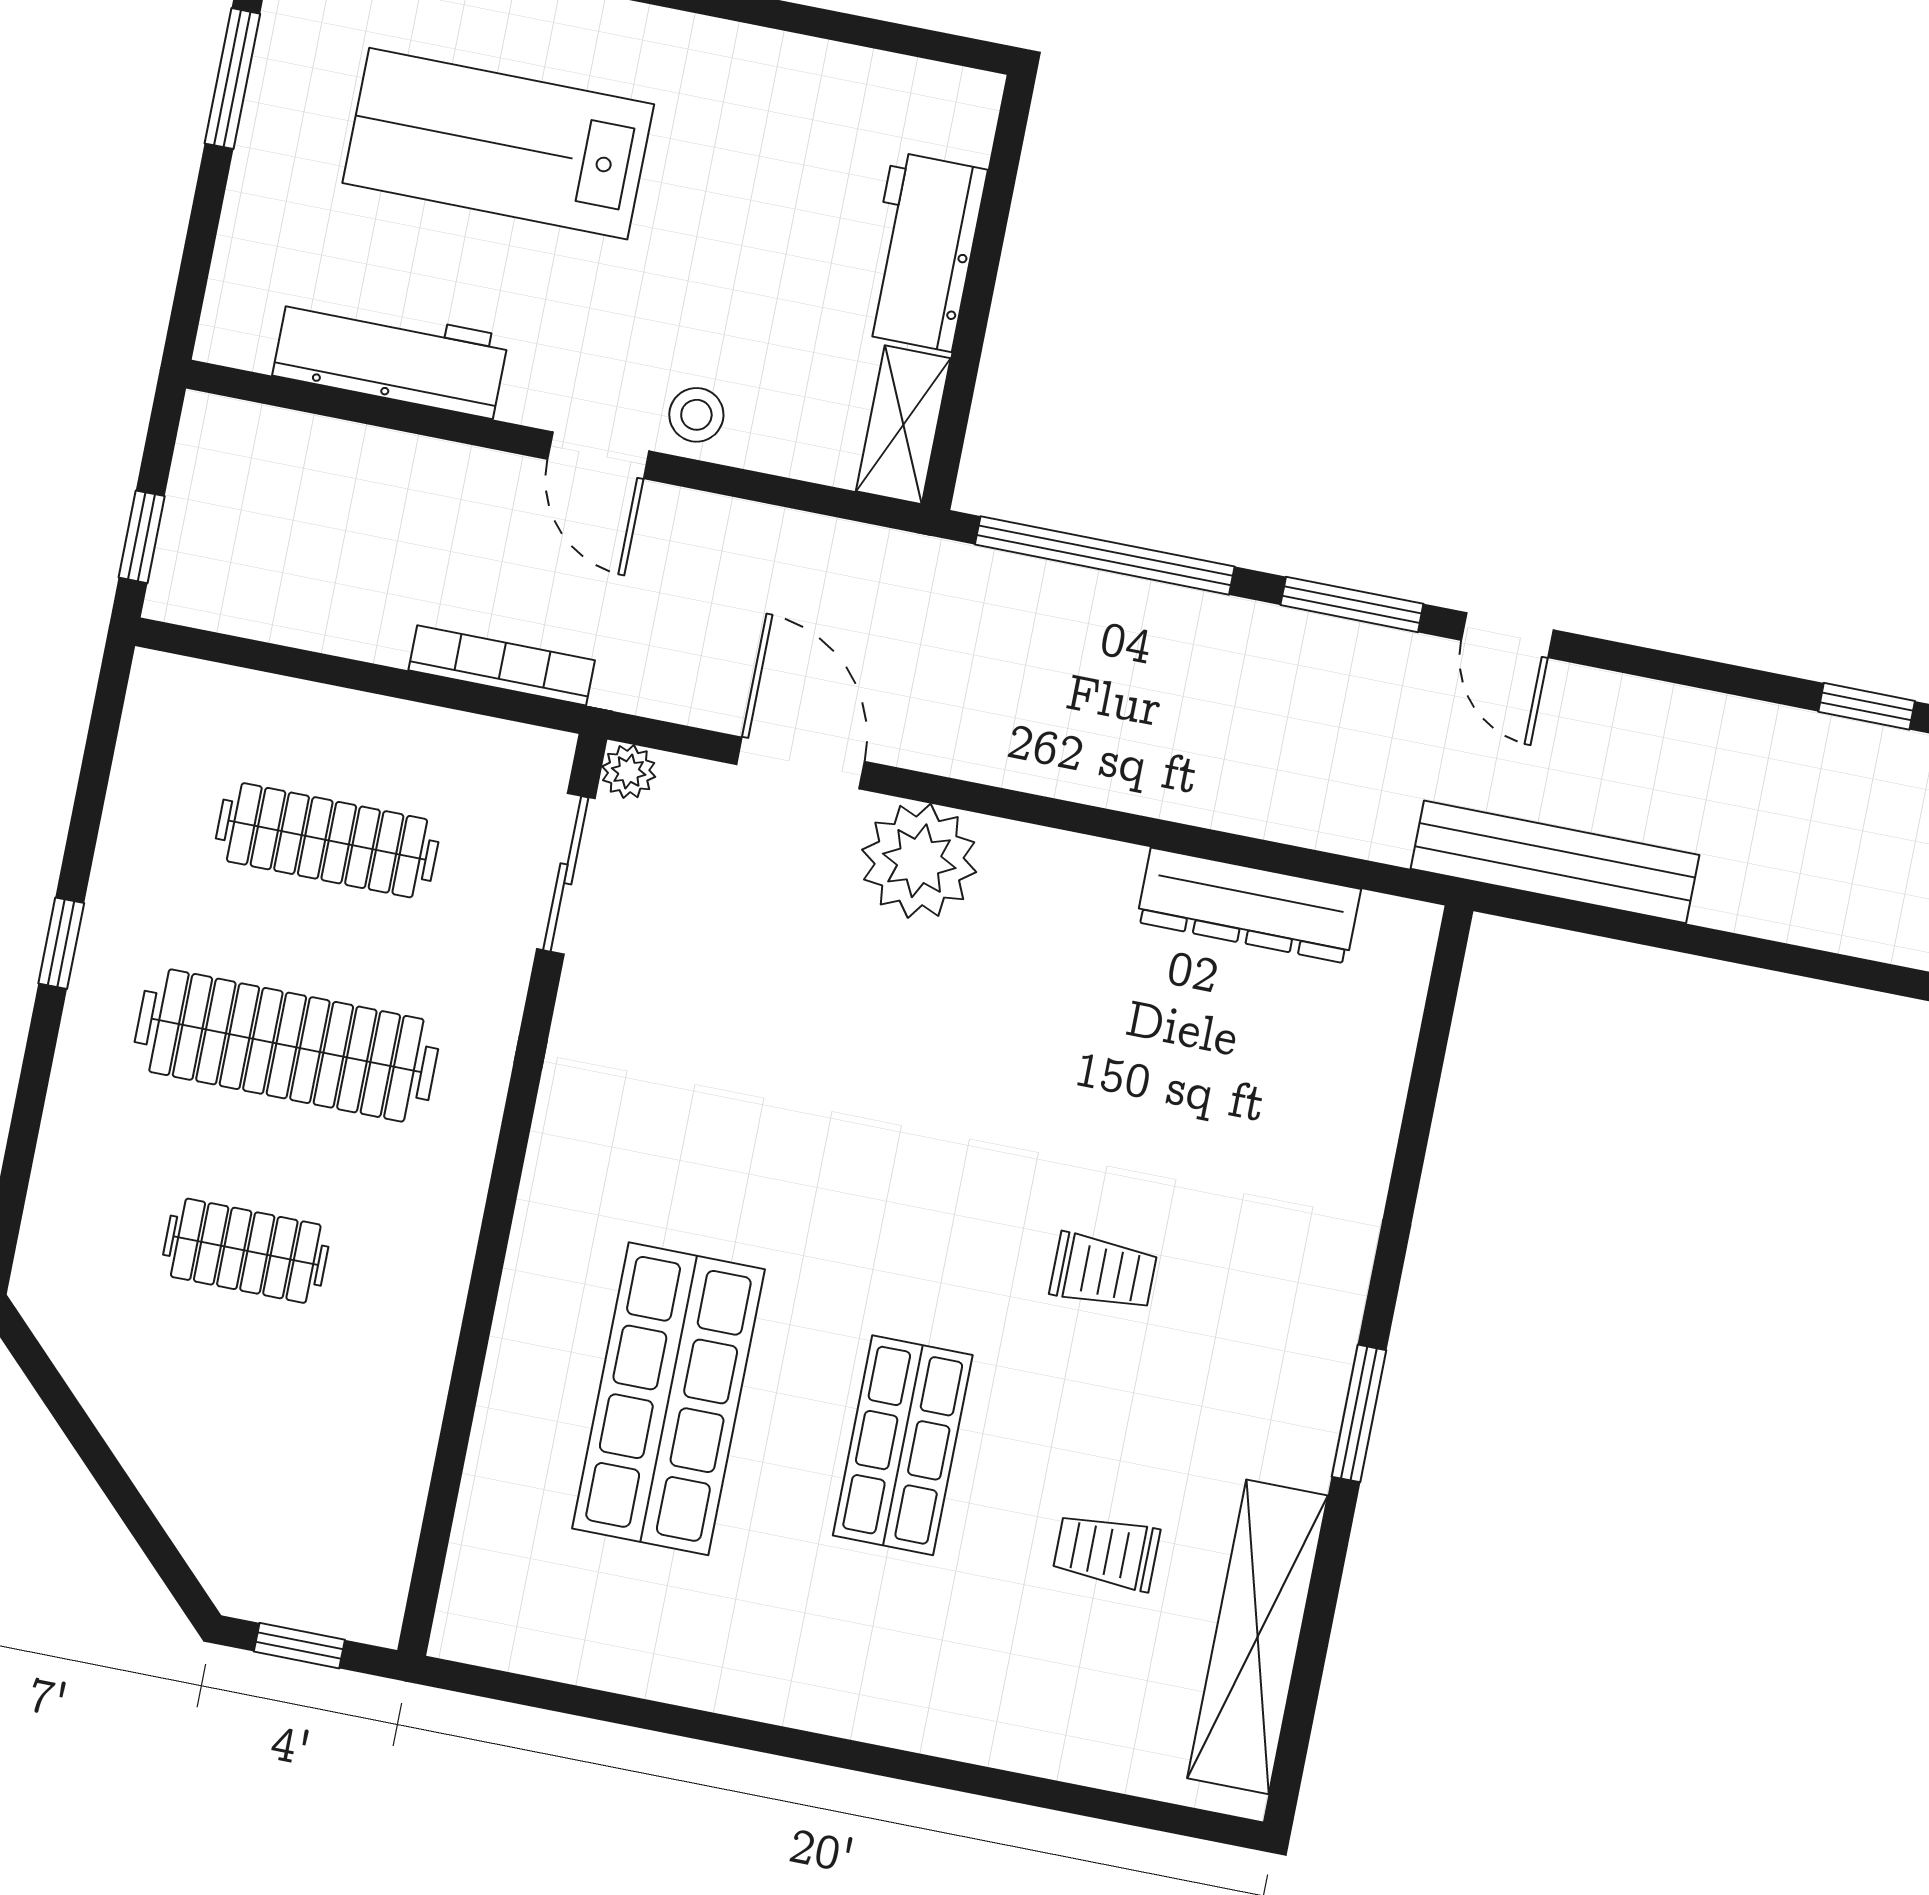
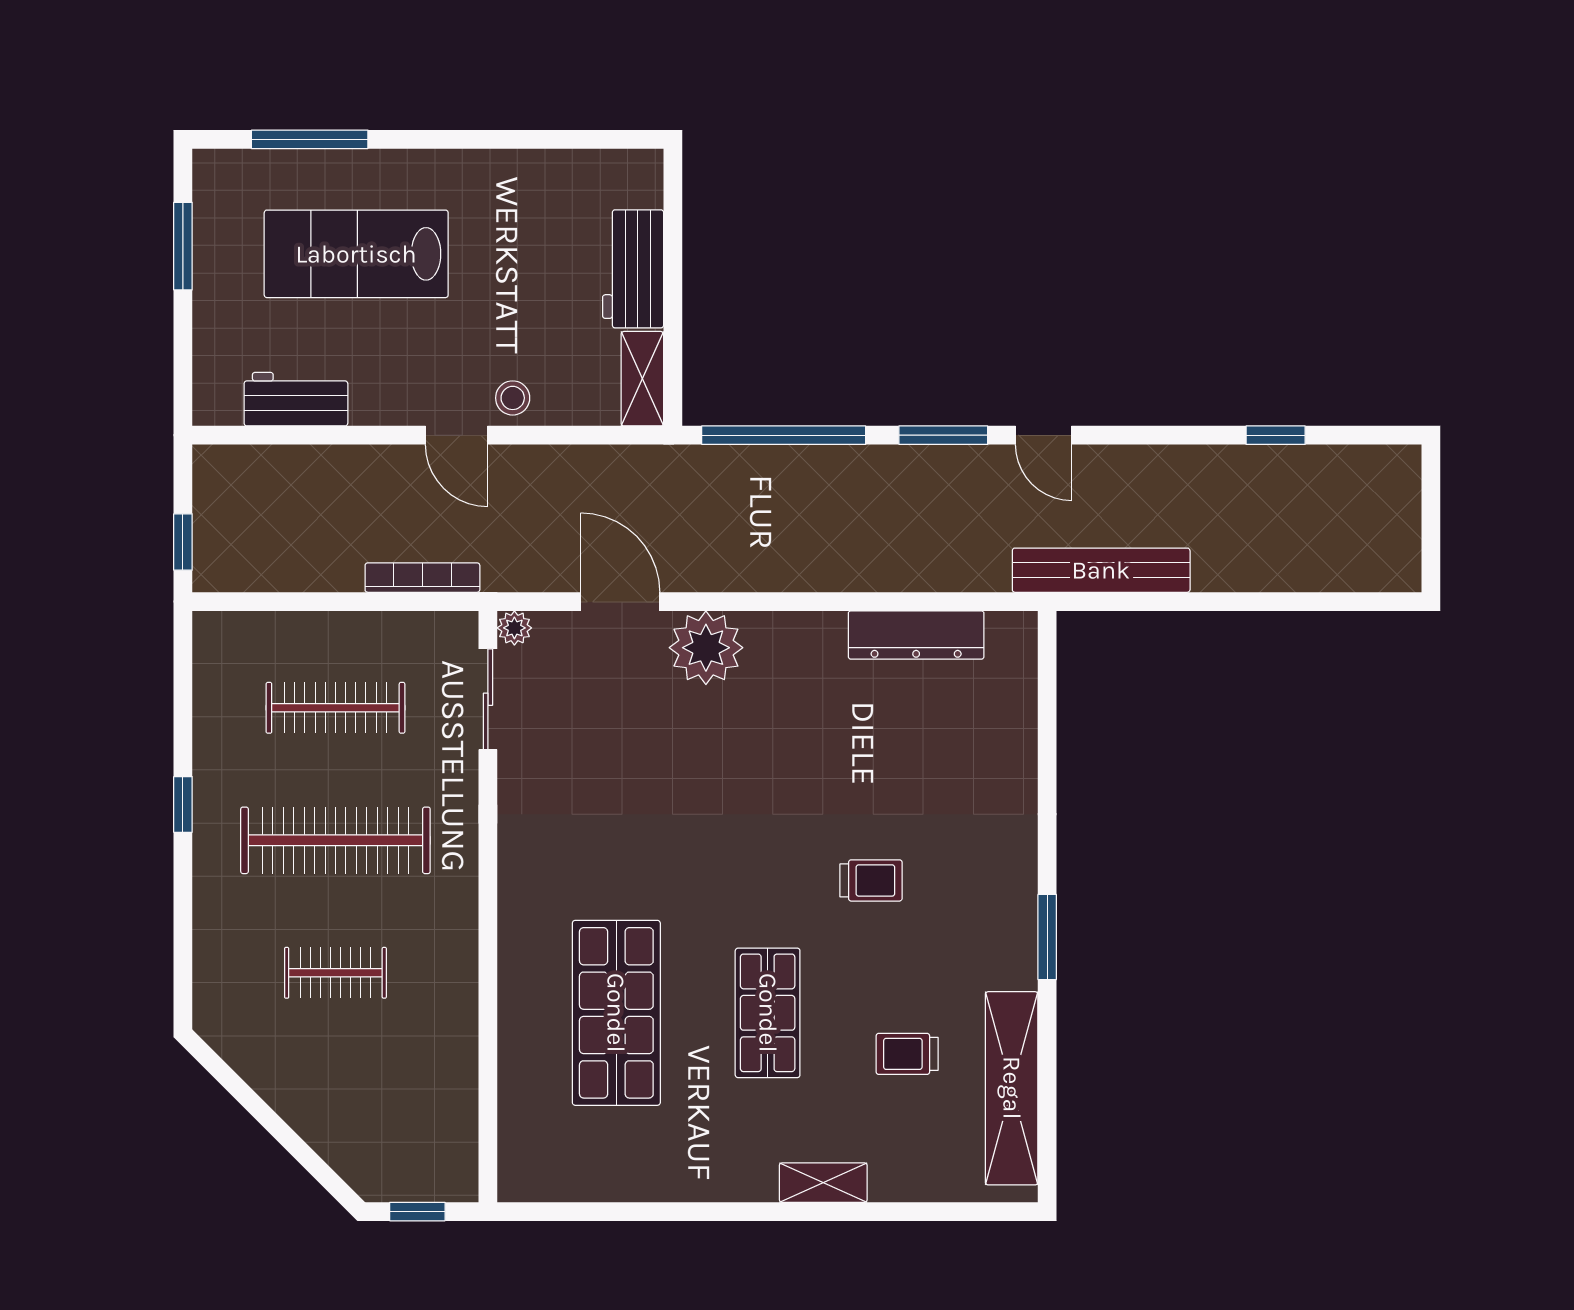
workbench: (391, 356) -> (296, 399), width x0.73
shelving: (937, 1725) -> (823, 1183), added

